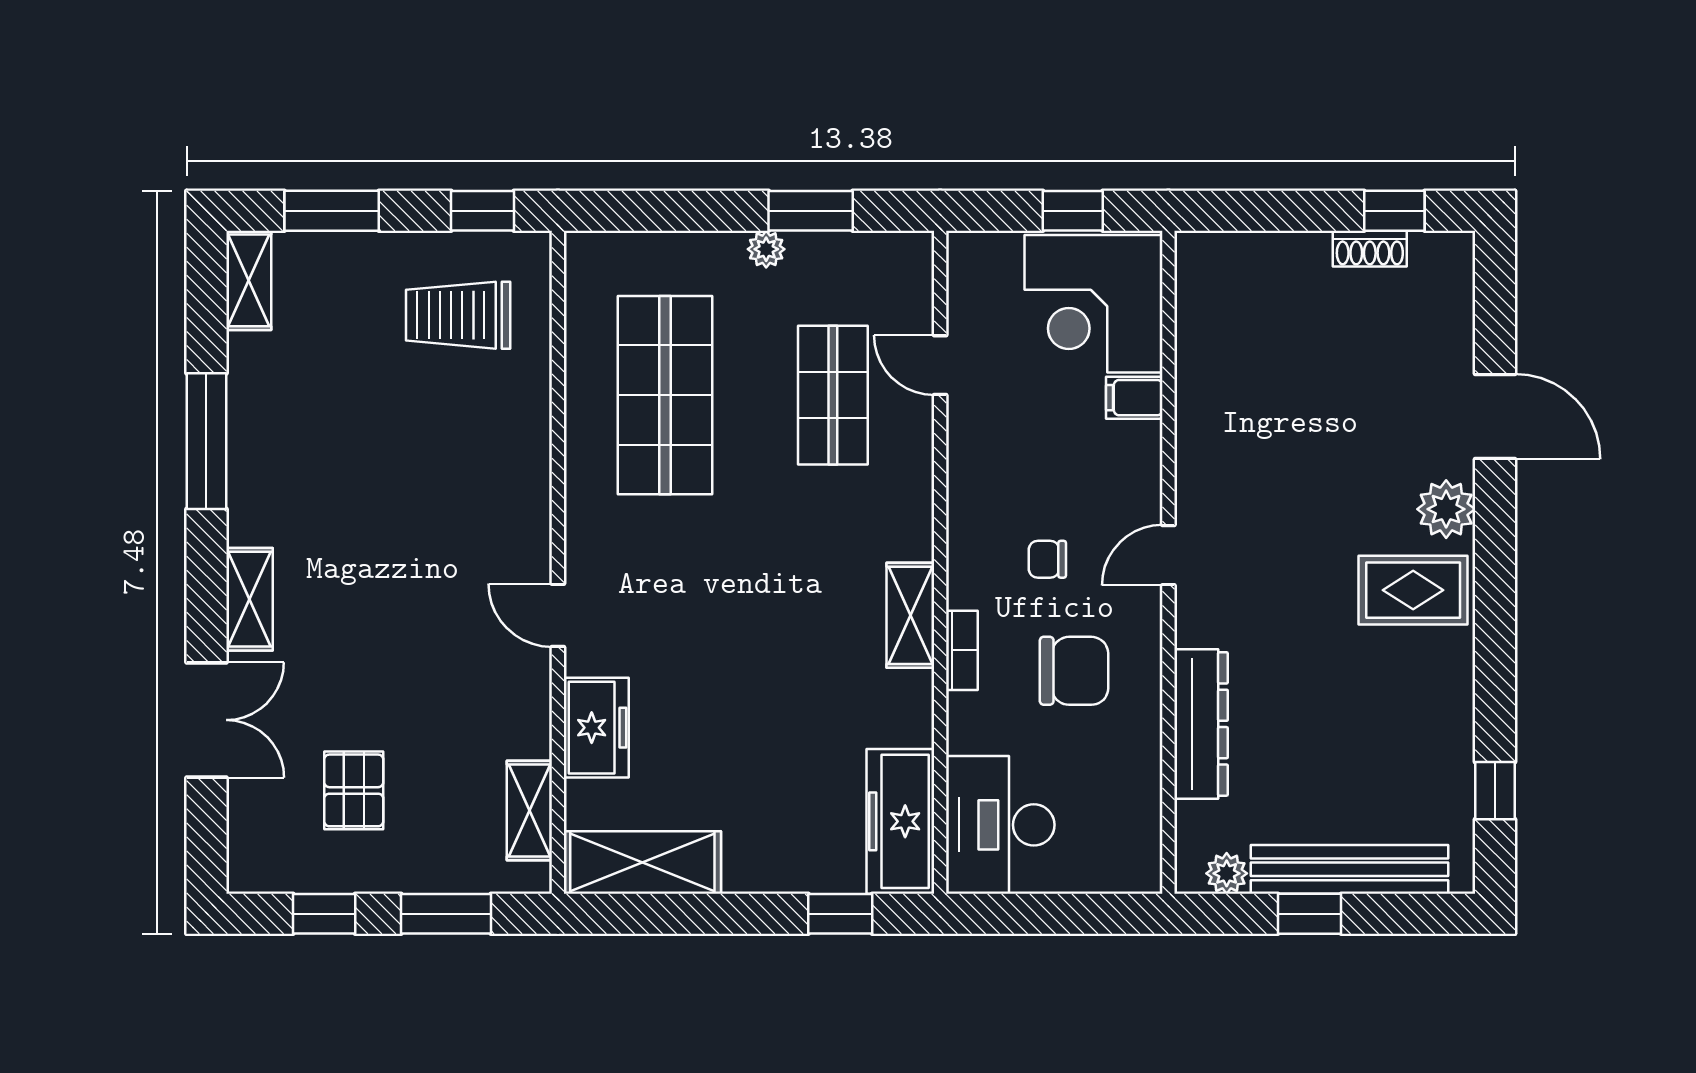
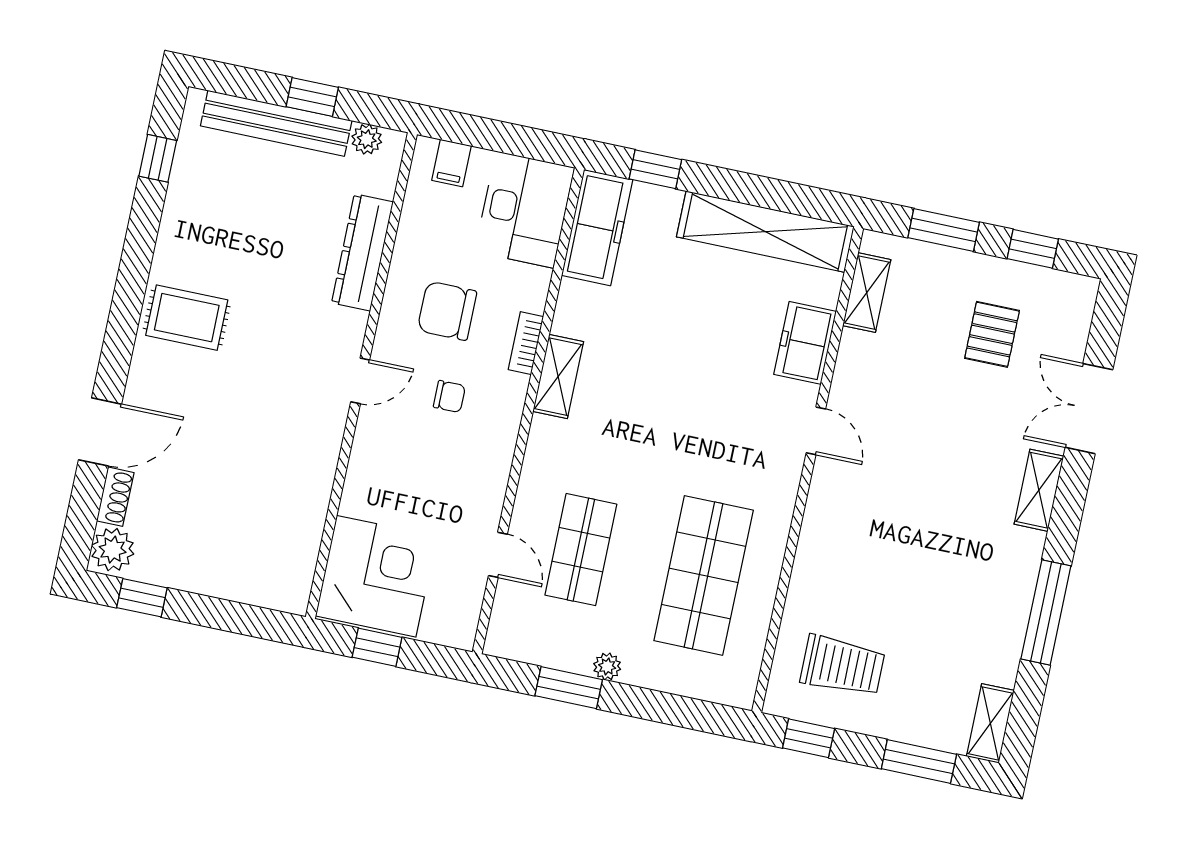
shoe rack: (1370, 249) -> (115, 497), moved, turned 90
filing cabinet: (1134, 398) -> (451, 163), moved, turned 90
door: (1495, 416) -> (100, 432), swing flipped
plant: (1446, 509) -> (113, 550), moved
shelving: (642, 862) -> (765, 232), width x1.47

